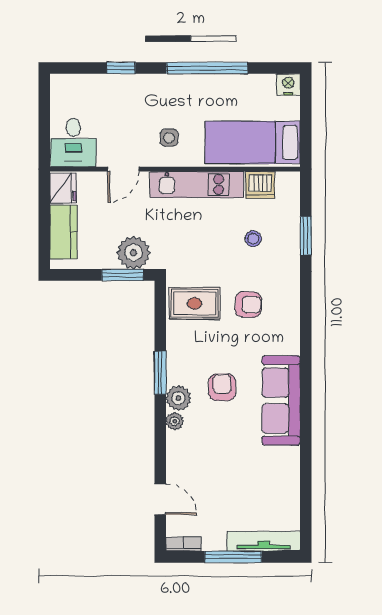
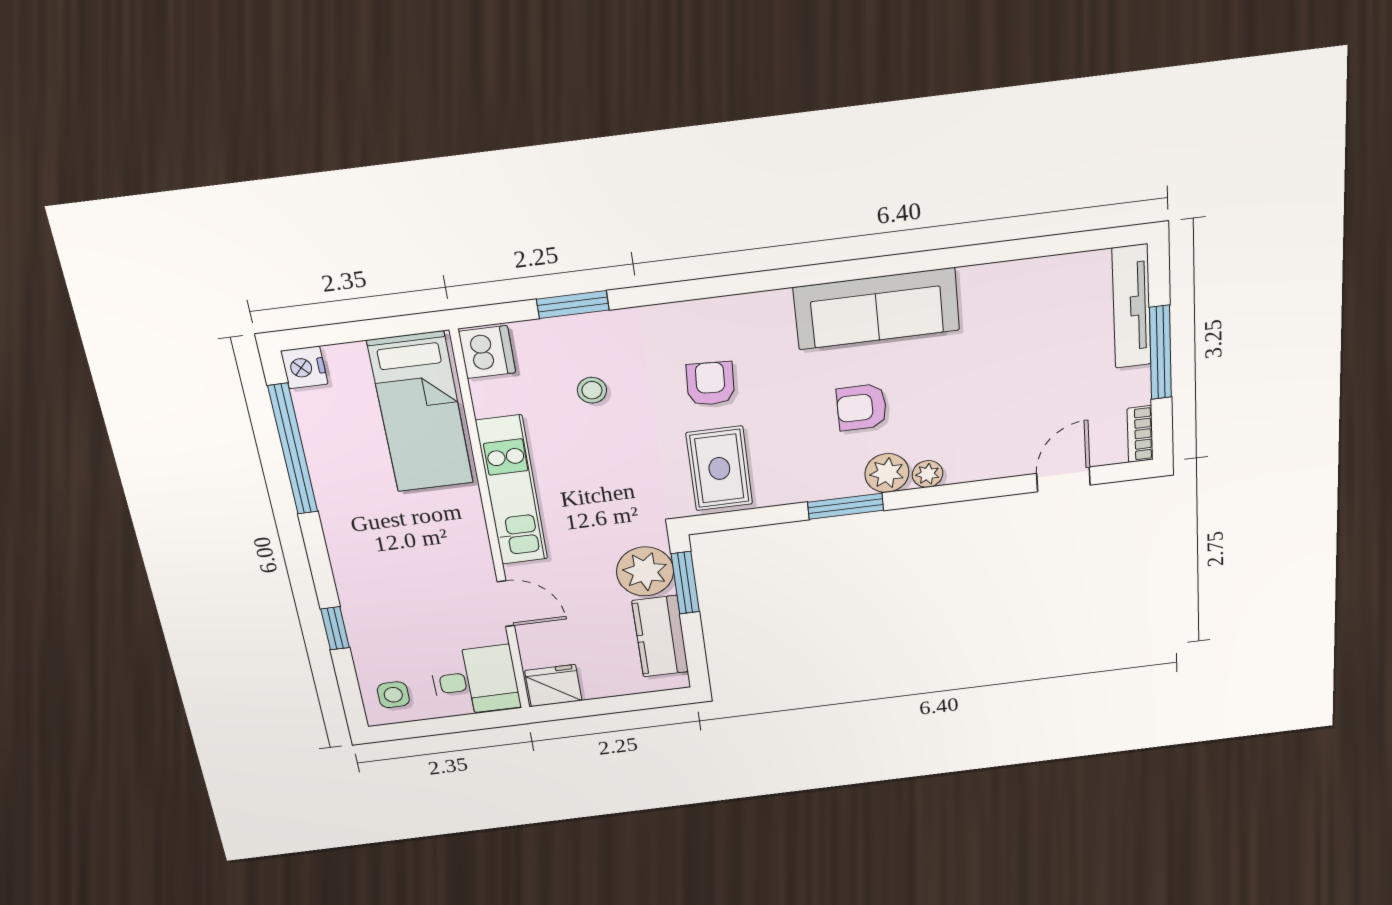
window: (207, 68) -> (293, 449), moved
side table: (169, 138) -> (393, 695), moved
dishwasher: (260, 185) -> (487, 352), moved
kitchen counter: (63, 232) -> (660, 636), moved, turned -90

